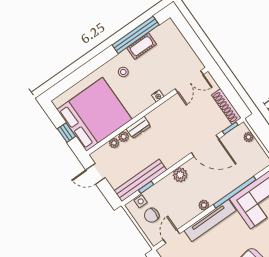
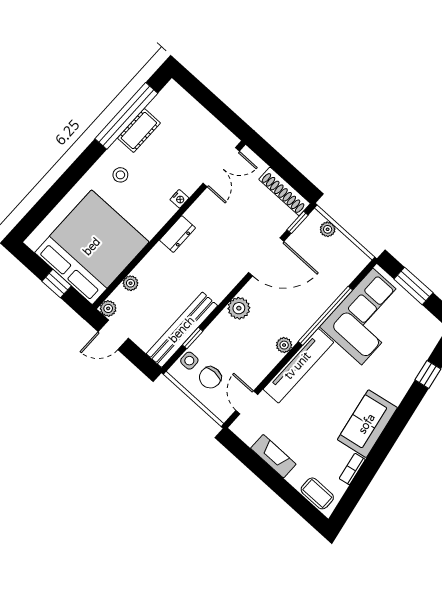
dresser: (138, 127) -> (177, 234), moved
plant: (124, 137) -> (108, 308), moved

